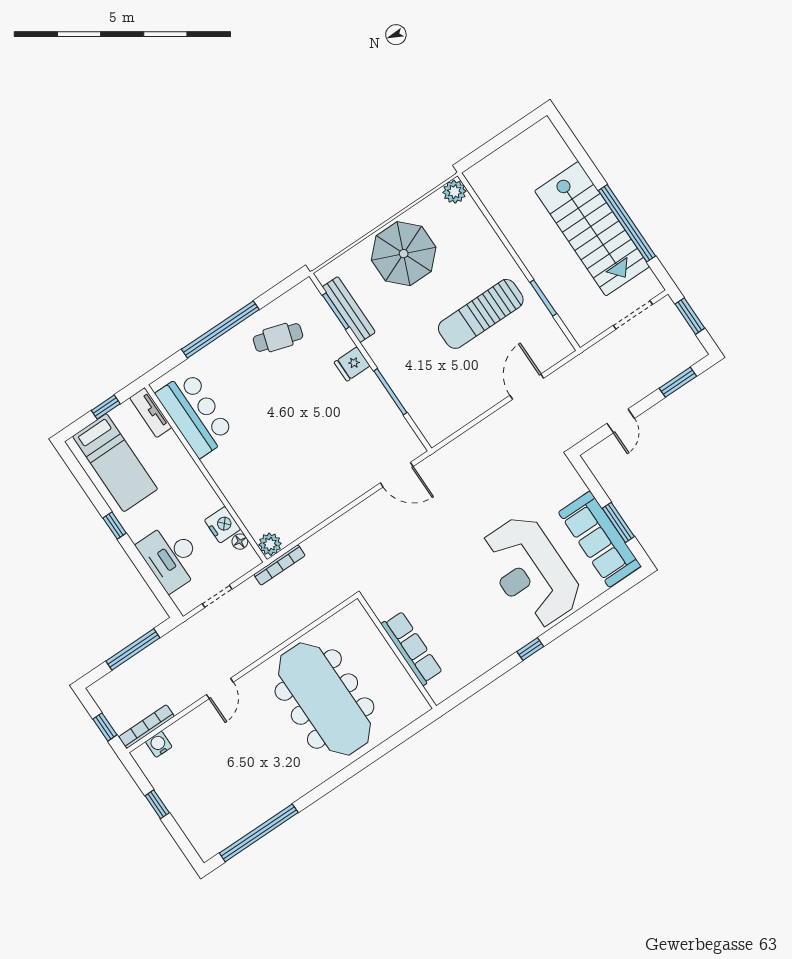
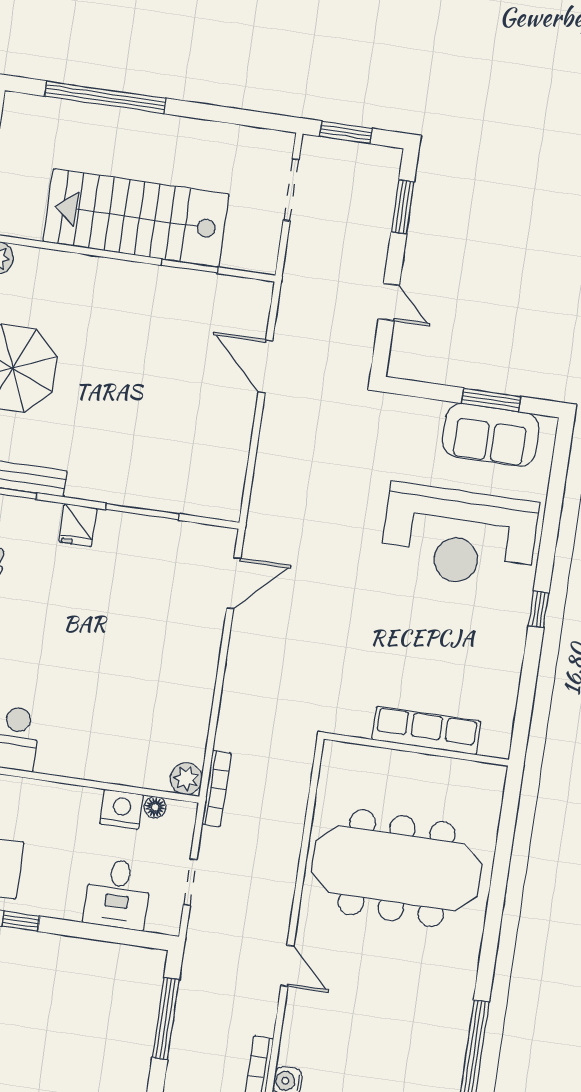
window: (627, 223) -> (105, 97), moved
stairs: (592, 229) -> (136, 218), moved, turned 180
sun lounger: (481, 314) -> (147, 345), removed
sofa: (600, 539) -> (491, 435), width x0.73
desk: (171, 557) -> (118, 894), width x0.73

